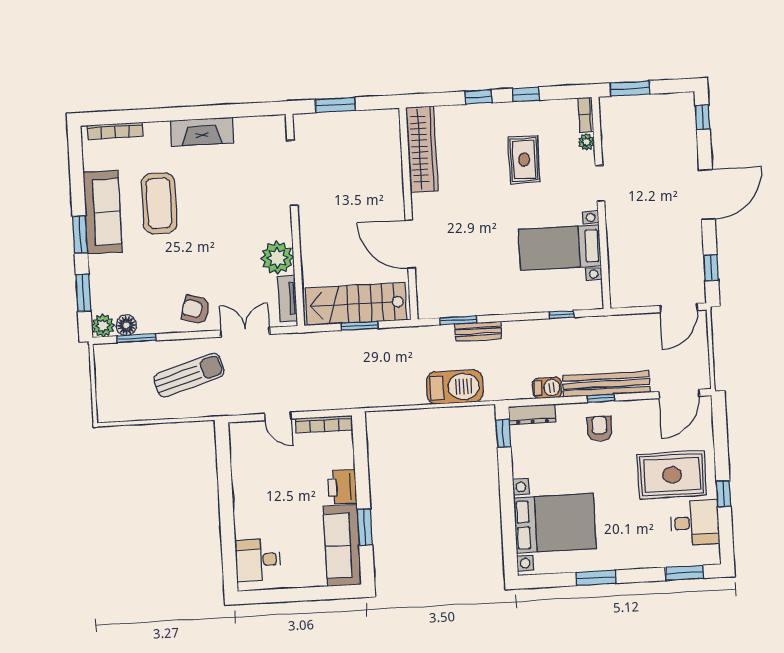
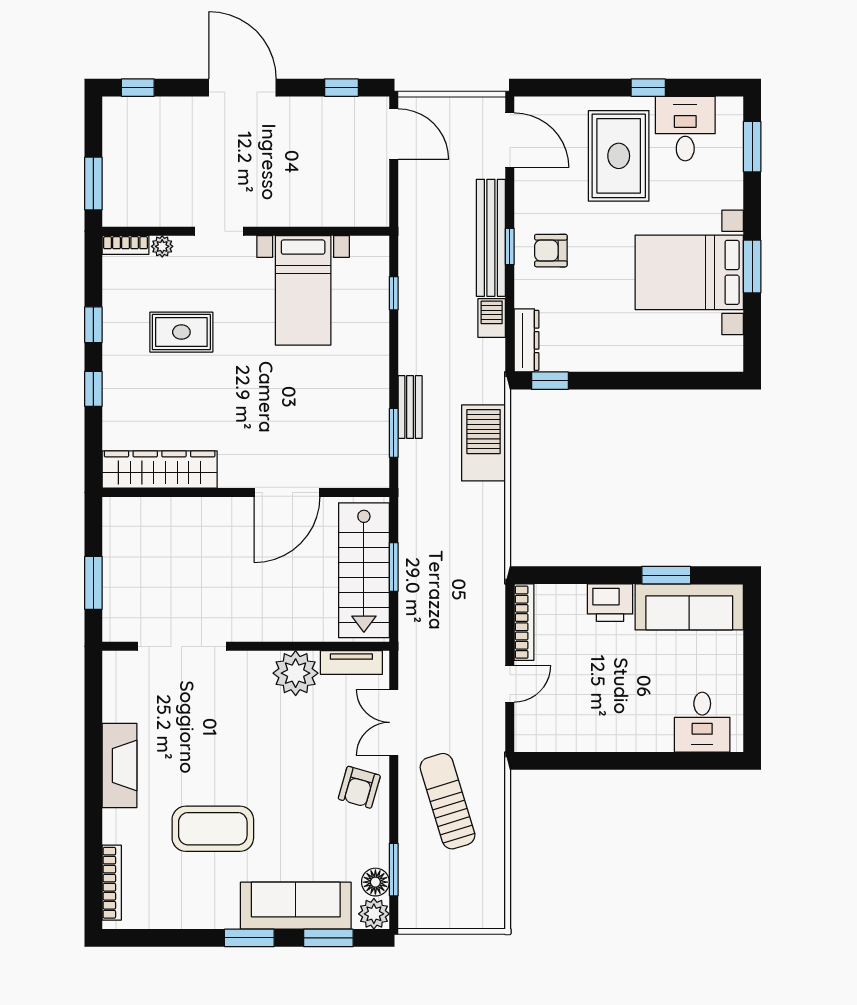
sofa: (103, 212) -> (296, 906), moved
bed with nightstands: (555, 523) -> (689, 272), moved, turned -90

